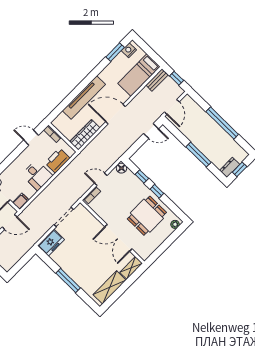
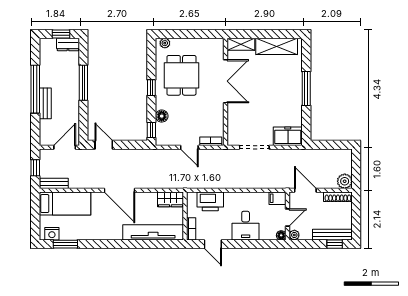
tv unit: (84, 98) -> (153, 232), moved
bench: (208, 121) -> (45, 103), added
wardrobe: (85, 135) -> (170, 199), width x0.67
floor lamp: (121, 168) -> (162, 116), moved
desk: (37, 175) -> (246, 226), moved, turned 180
window: (142, 176) -> (151, 130), moved
dining table: (147, 216) -> (181, 75), turned 90

